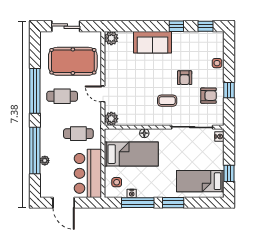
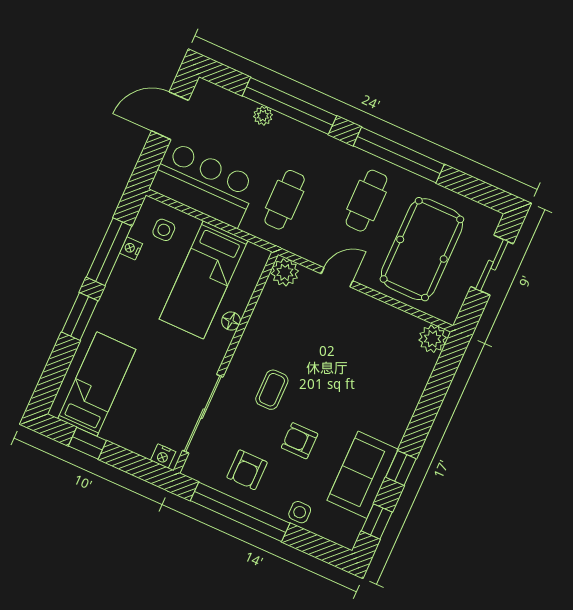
sofa: (153, 42) -> (363, 475), moved
window: (229, 90) -> (240, 512), width x3.17

